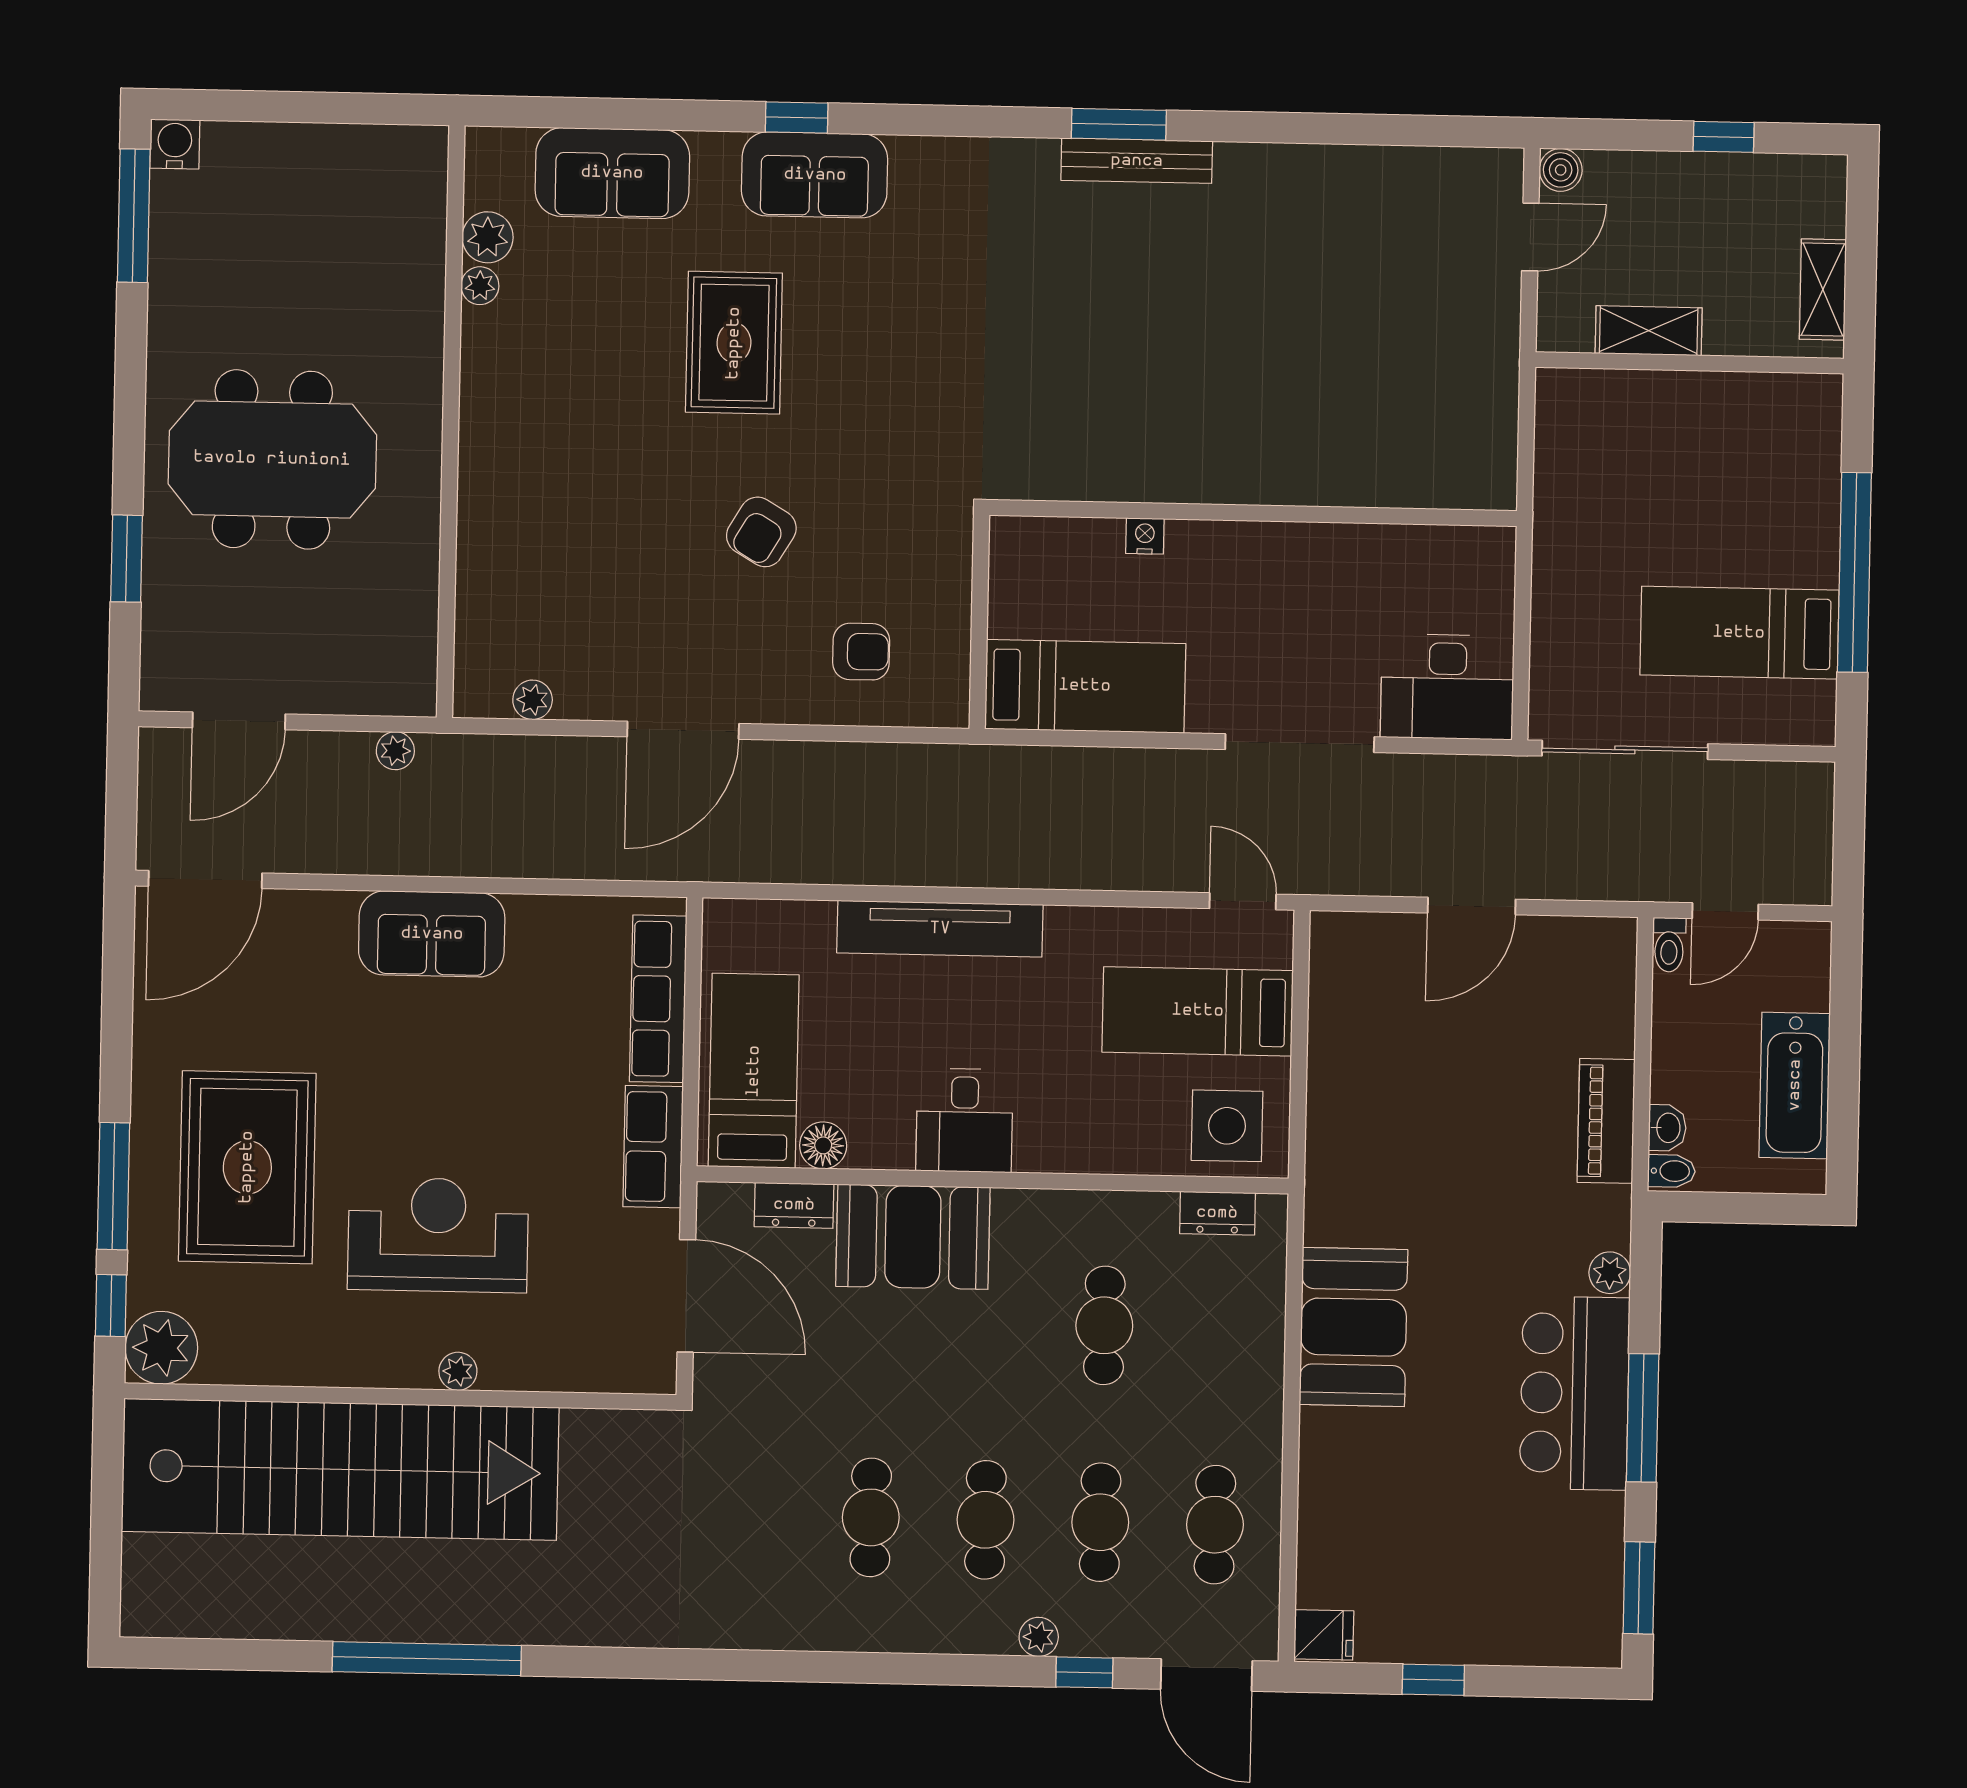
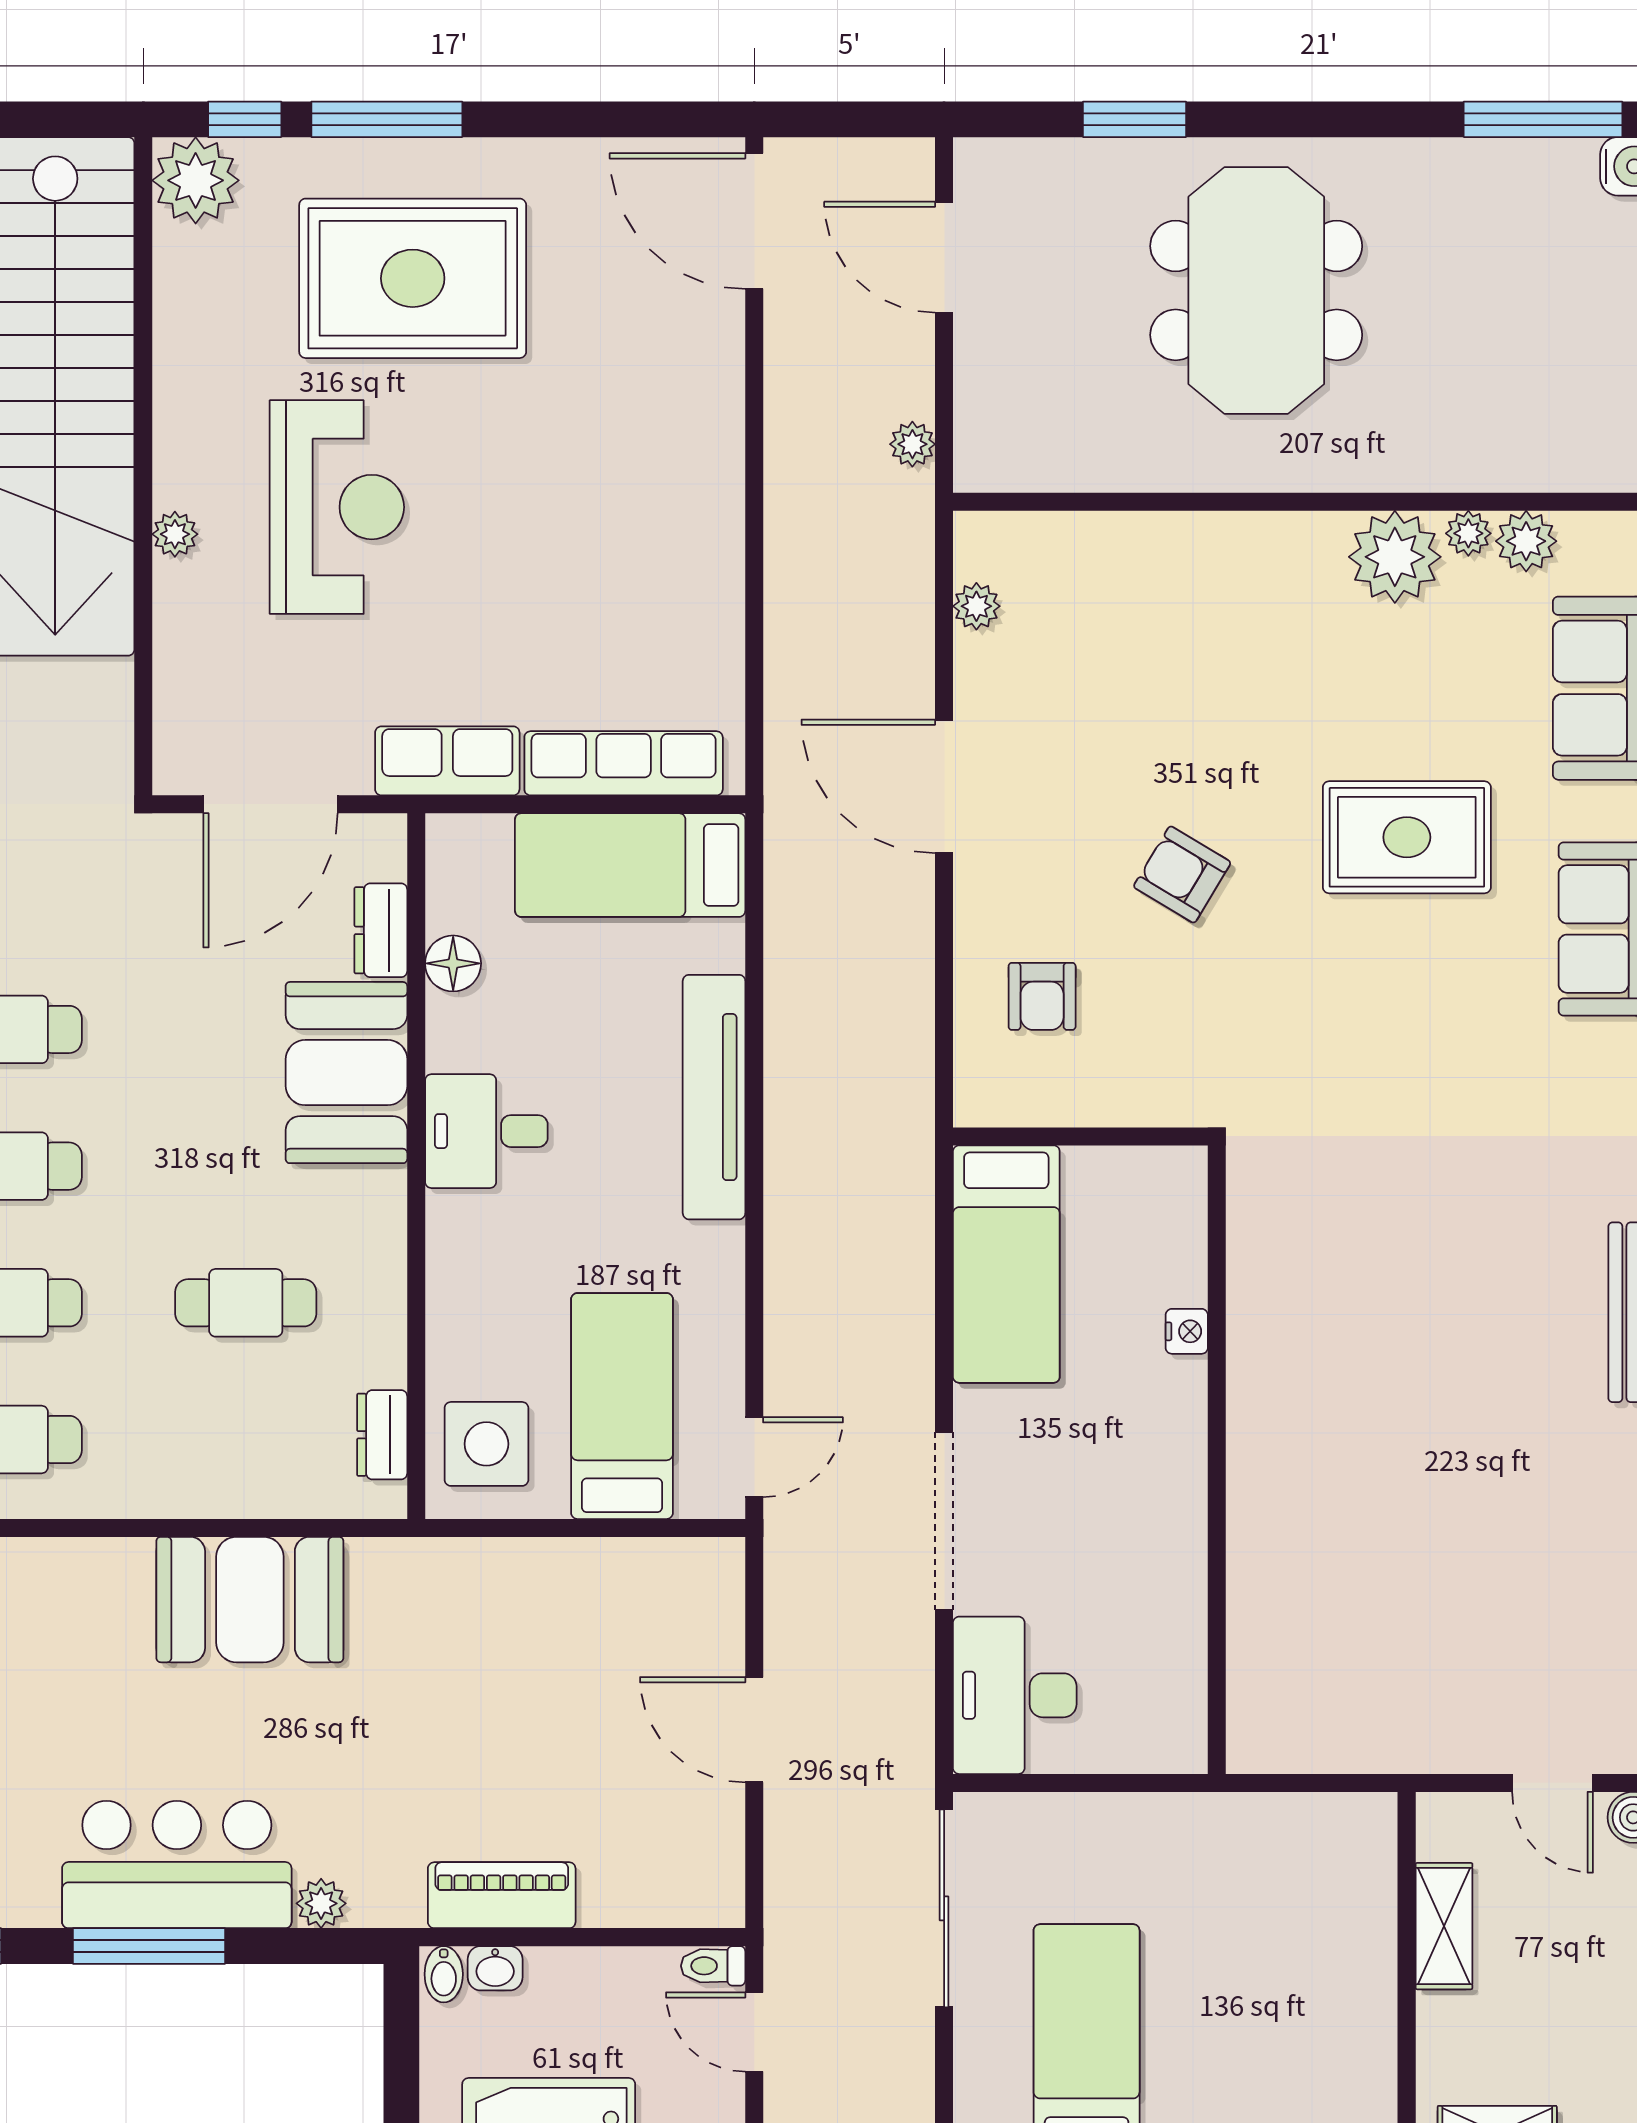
plant: (498, 348) -> (1395, 557), added
sofa: (432, 934) -> (695, 492), removed
bed: (754, 1071) -> (630, 865), moved, turned 180

